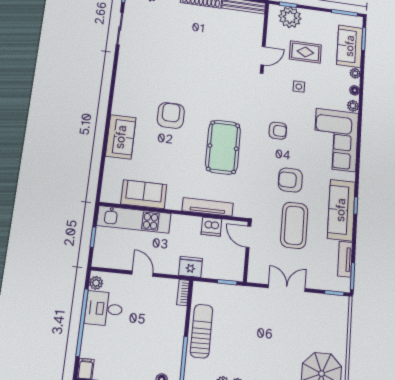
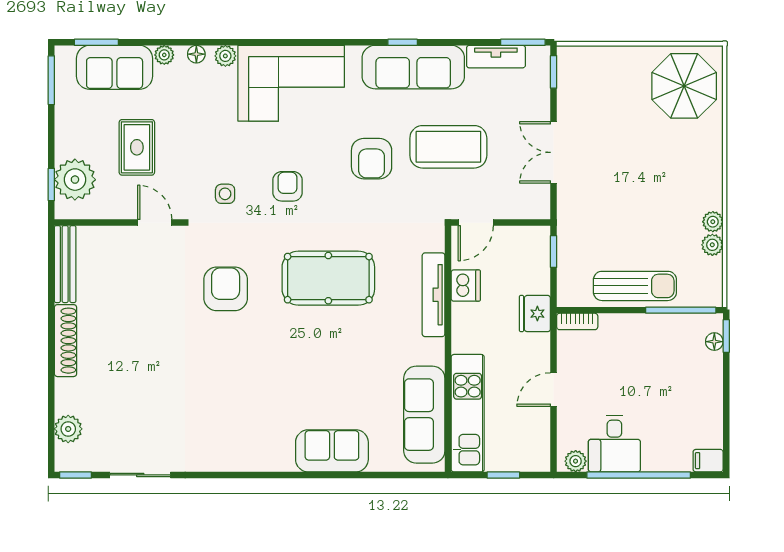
side table: (299, 87) -> (225, 194), moved
armchair: (171, 115) -> (226, 289), moved, turned 90
sofa: (144, 194) -> (424, 415), width x1.36
sun lounger: (202, 331) -> (635, 286), turned 180

